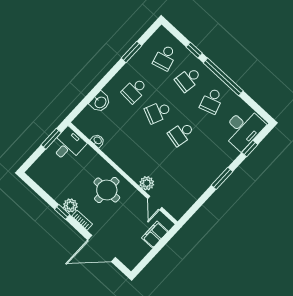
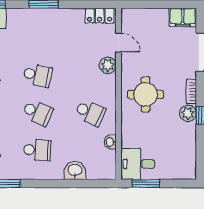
school desk: (127, 145) -> (90, 113), added
door: (155, 203) -> (118, 43), hinge flipped
locker: (182, 207) -> (100, 16), added
filing cabinet: (155, 235) -> (183, 17), moved

